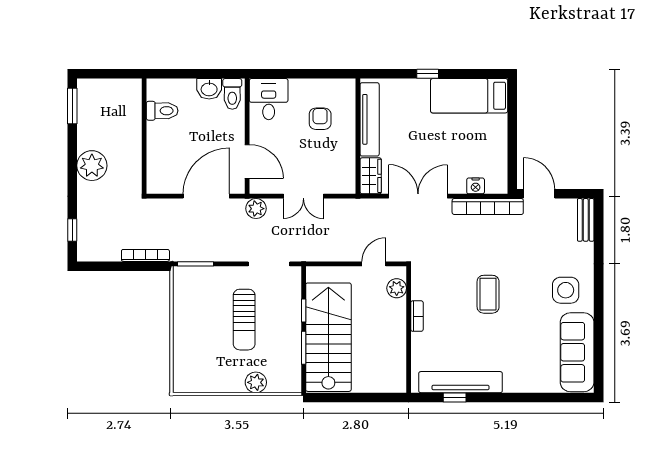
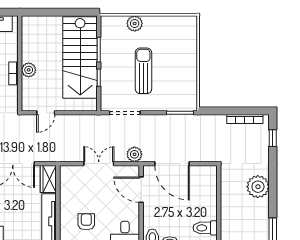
armchair: (320, 119) -> (86, 222), turned 180
door: (206, 196) -> (172, 164), hinge flipped
bookcase: (145, 255) -> (245, 119), moved
plant: (397, 288) -> (29, 70), moved

